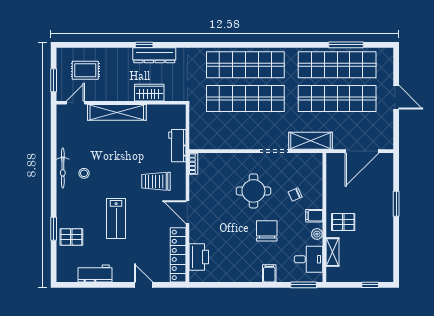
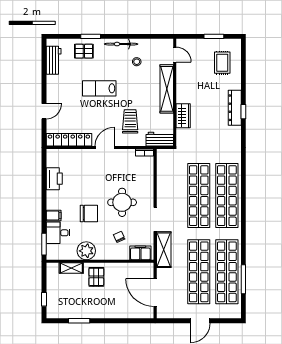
dresser: (154, 55) -> (235, 108), moved
wardrobe: (149, 93) -> (183, 116), moved
door: (75, 103) -> (175, 55), moved
wall: (121, 103) -> (175, 92), moved
shelving: (117, 112) -> (167, 89), moved
bicycle: (63, 168) -> (121, 44), moved
window: (396, 204) -> (79, 321), moved
filing cabinet: (314, 216) -> (140, 253), moved, width x2.00
plant: (317, 234) -> (86, 251), width x1.88, depth x1.88
pallet: (71, 237) -> (84, 51), turned 90
printer: (199, 257) -> (54, 179), moved, turned -90
desk: (309, 259) -> (58, 233), moved, turned 90
workbench: (95, 273) -> (54, 60), moved

